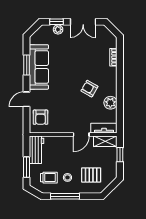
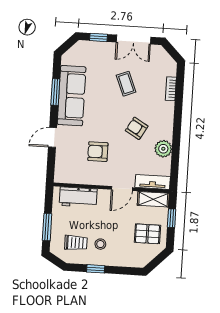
plant: (58, 29) -> (100, 48), removed
coffee table: (79, 55) -> (126, 84), added
armchair: (40, 117) -> (98, 152), moved, turned 90
workbench: (37, 150) -> (78, 197), moved, turned 90
pallet: (91, 175) -> (147, 234), moved
window: (65, 196) -> (96, 269), width x0.46

